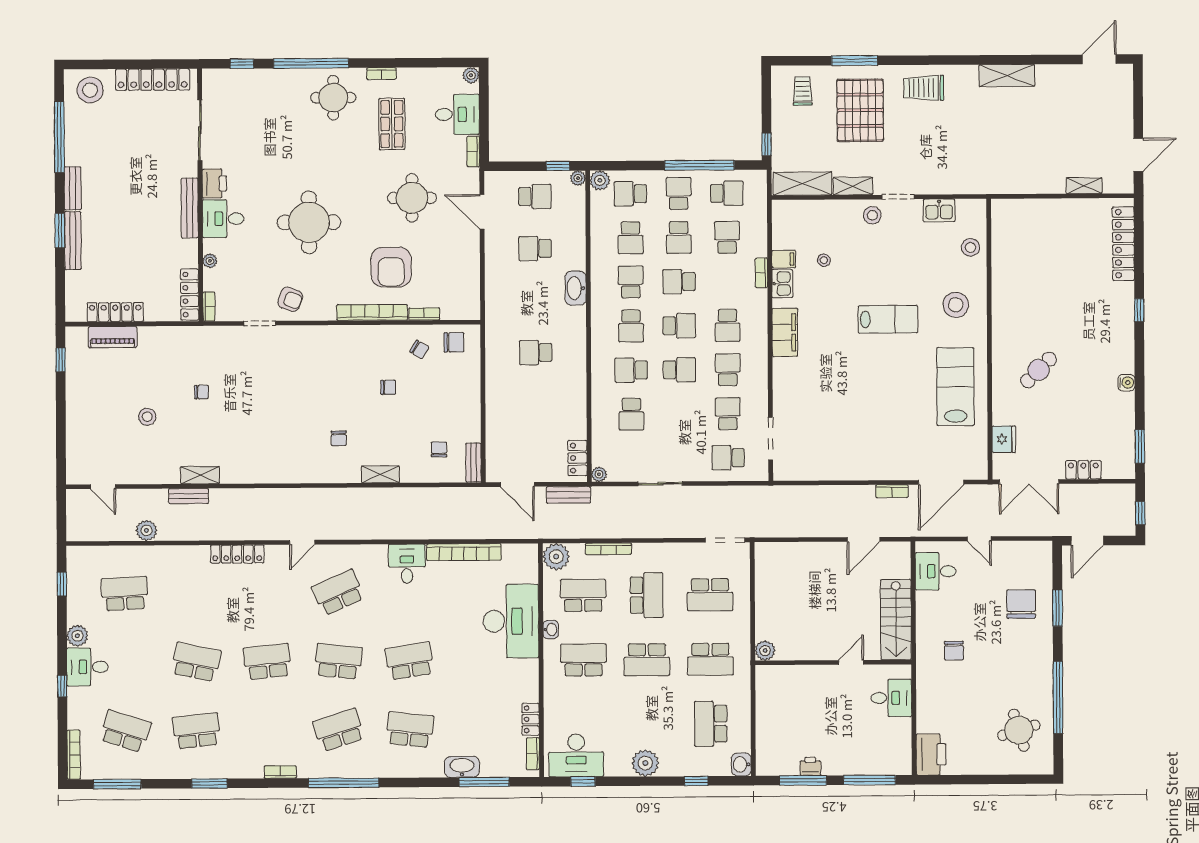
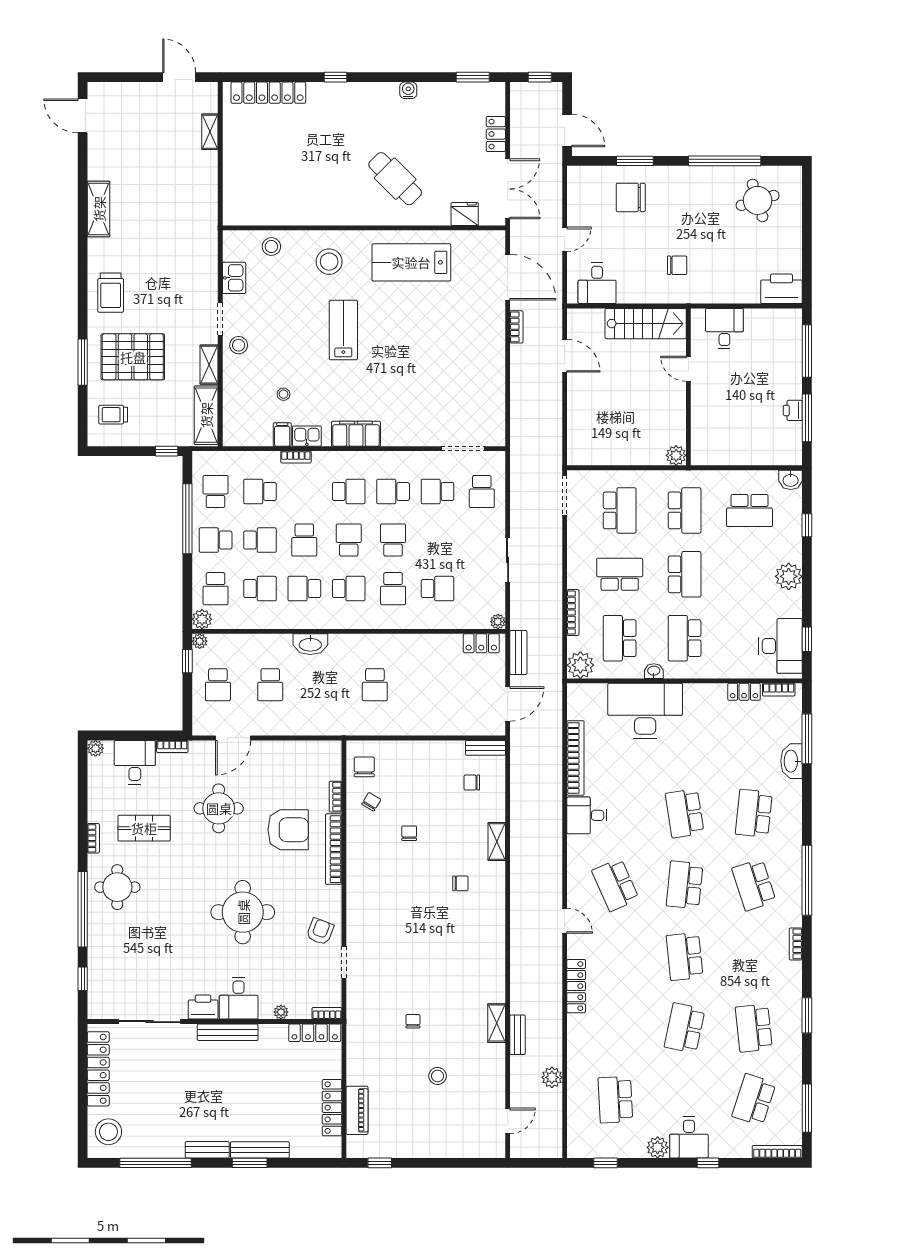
school desk: (535, 197) -> (218, 685), turned 180
cafe table: (1039, 370) -> (395, 179), width x1.37, depth x1.35

